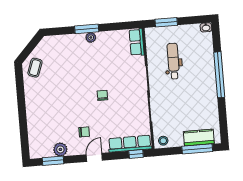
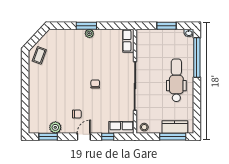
window: (166, 22) -> (166, 26), moved
dental chair: (173, 61) -> (176, 80), moved, width x1.36, depth x1.38
window: (219, 75) -> (197, 57), moved
row of seats: (130, 144) -> (121, 127), width x0.68
window: (136, 154) -> (108, 137), moved

